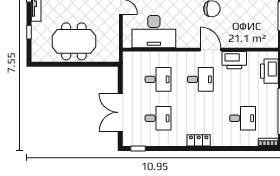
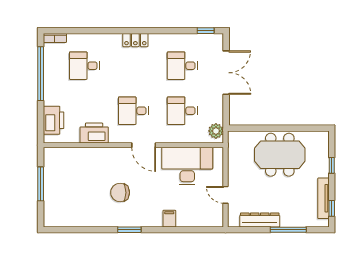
door: (211, 50) -> (144, 145), moved
plant: (129, 62) -> (216, 131), added

